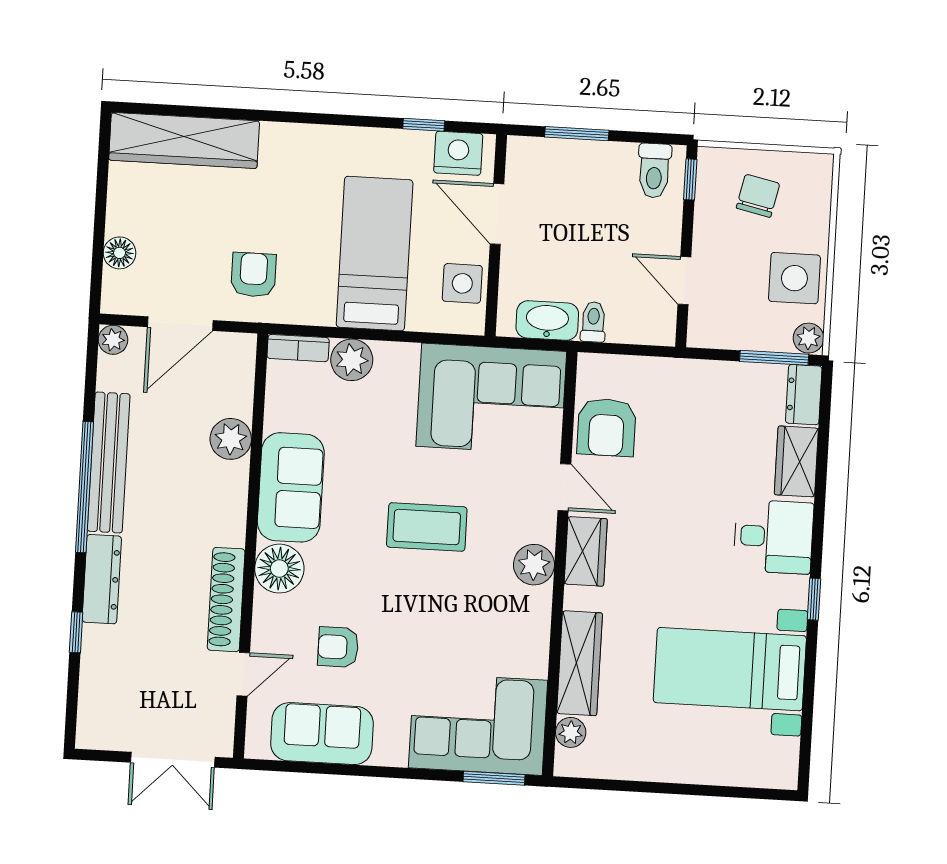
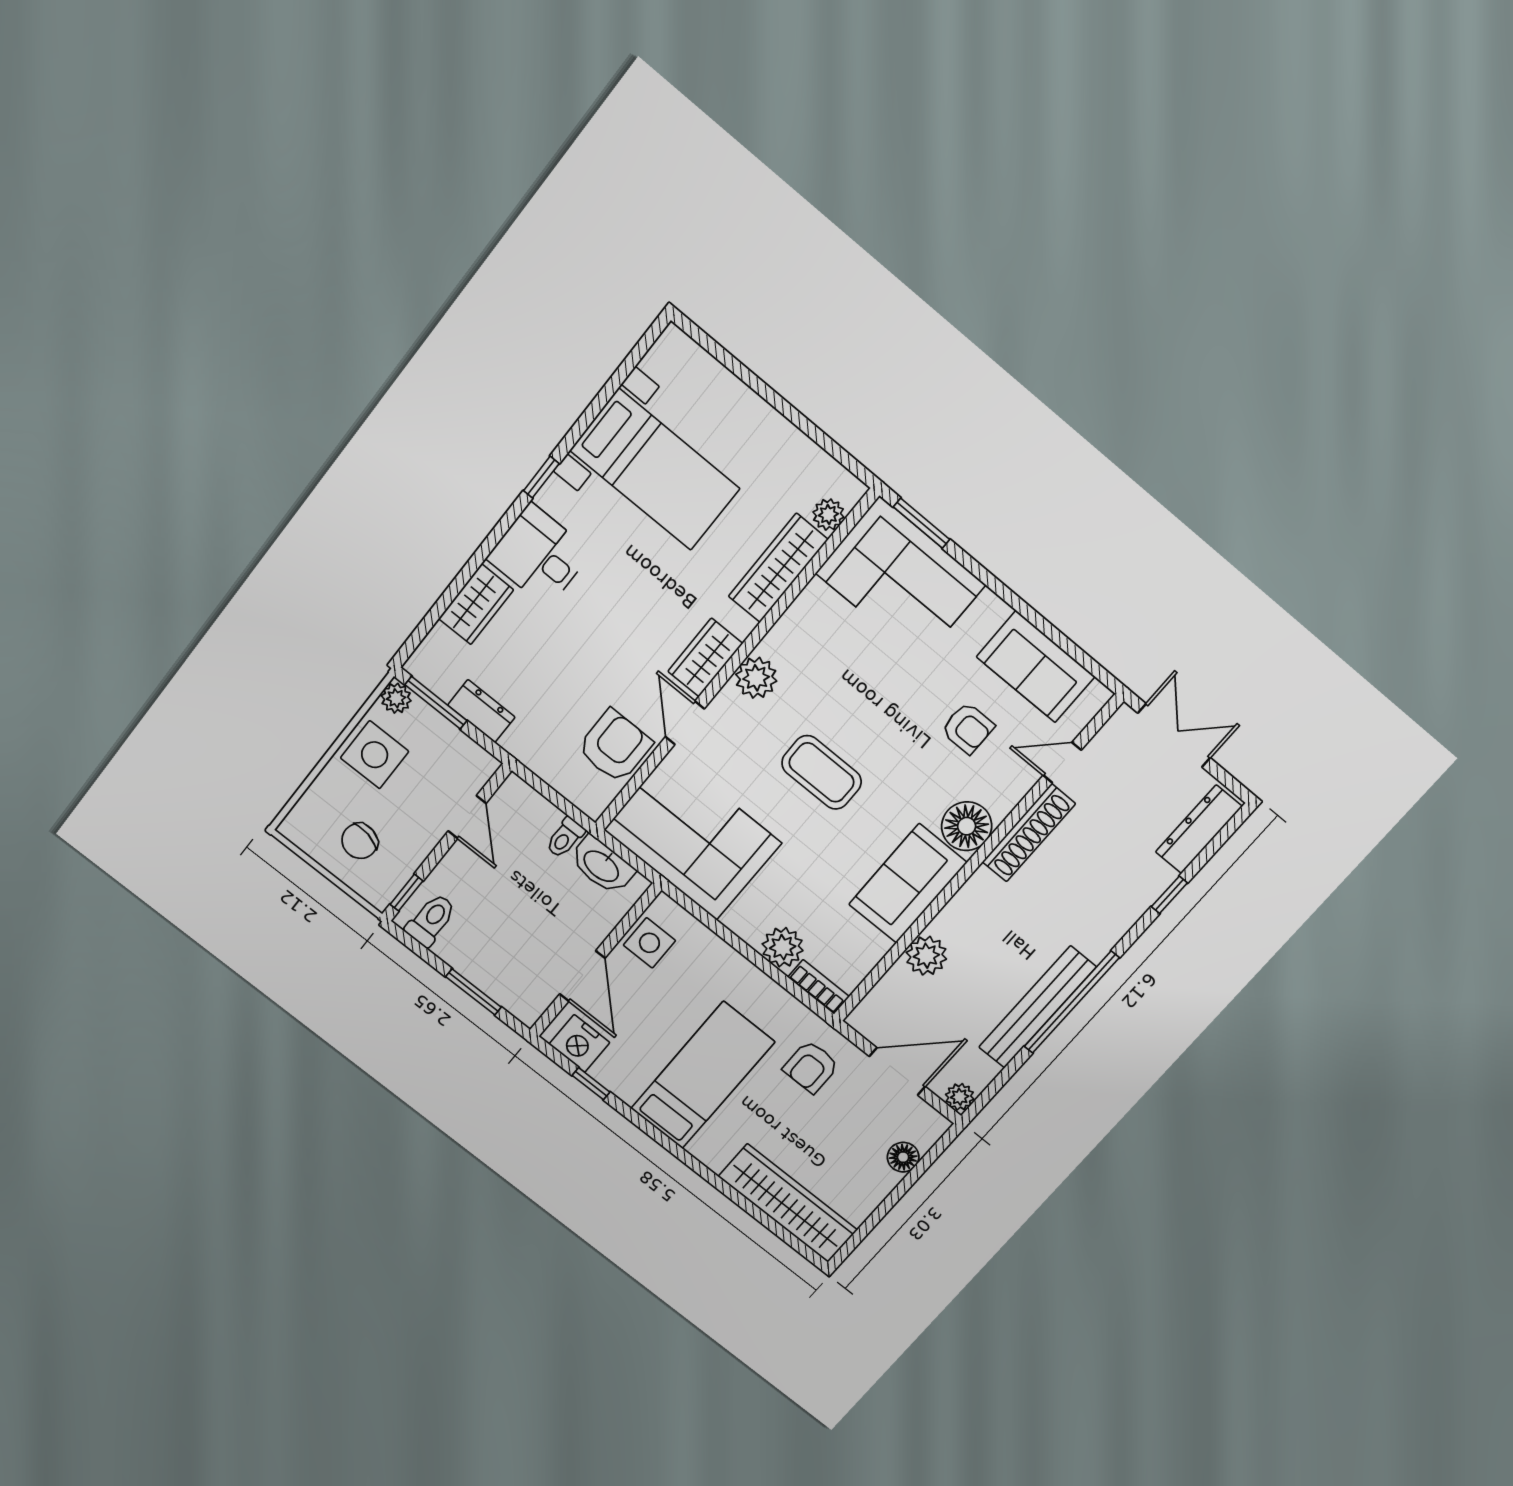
bed: (375, 254) -> (703, 1075), moved, turned 180
dresser: (804, 395) -> (481, 711), moved, turned -90
dresser: (102, 579) -> (1199, 829), moved

